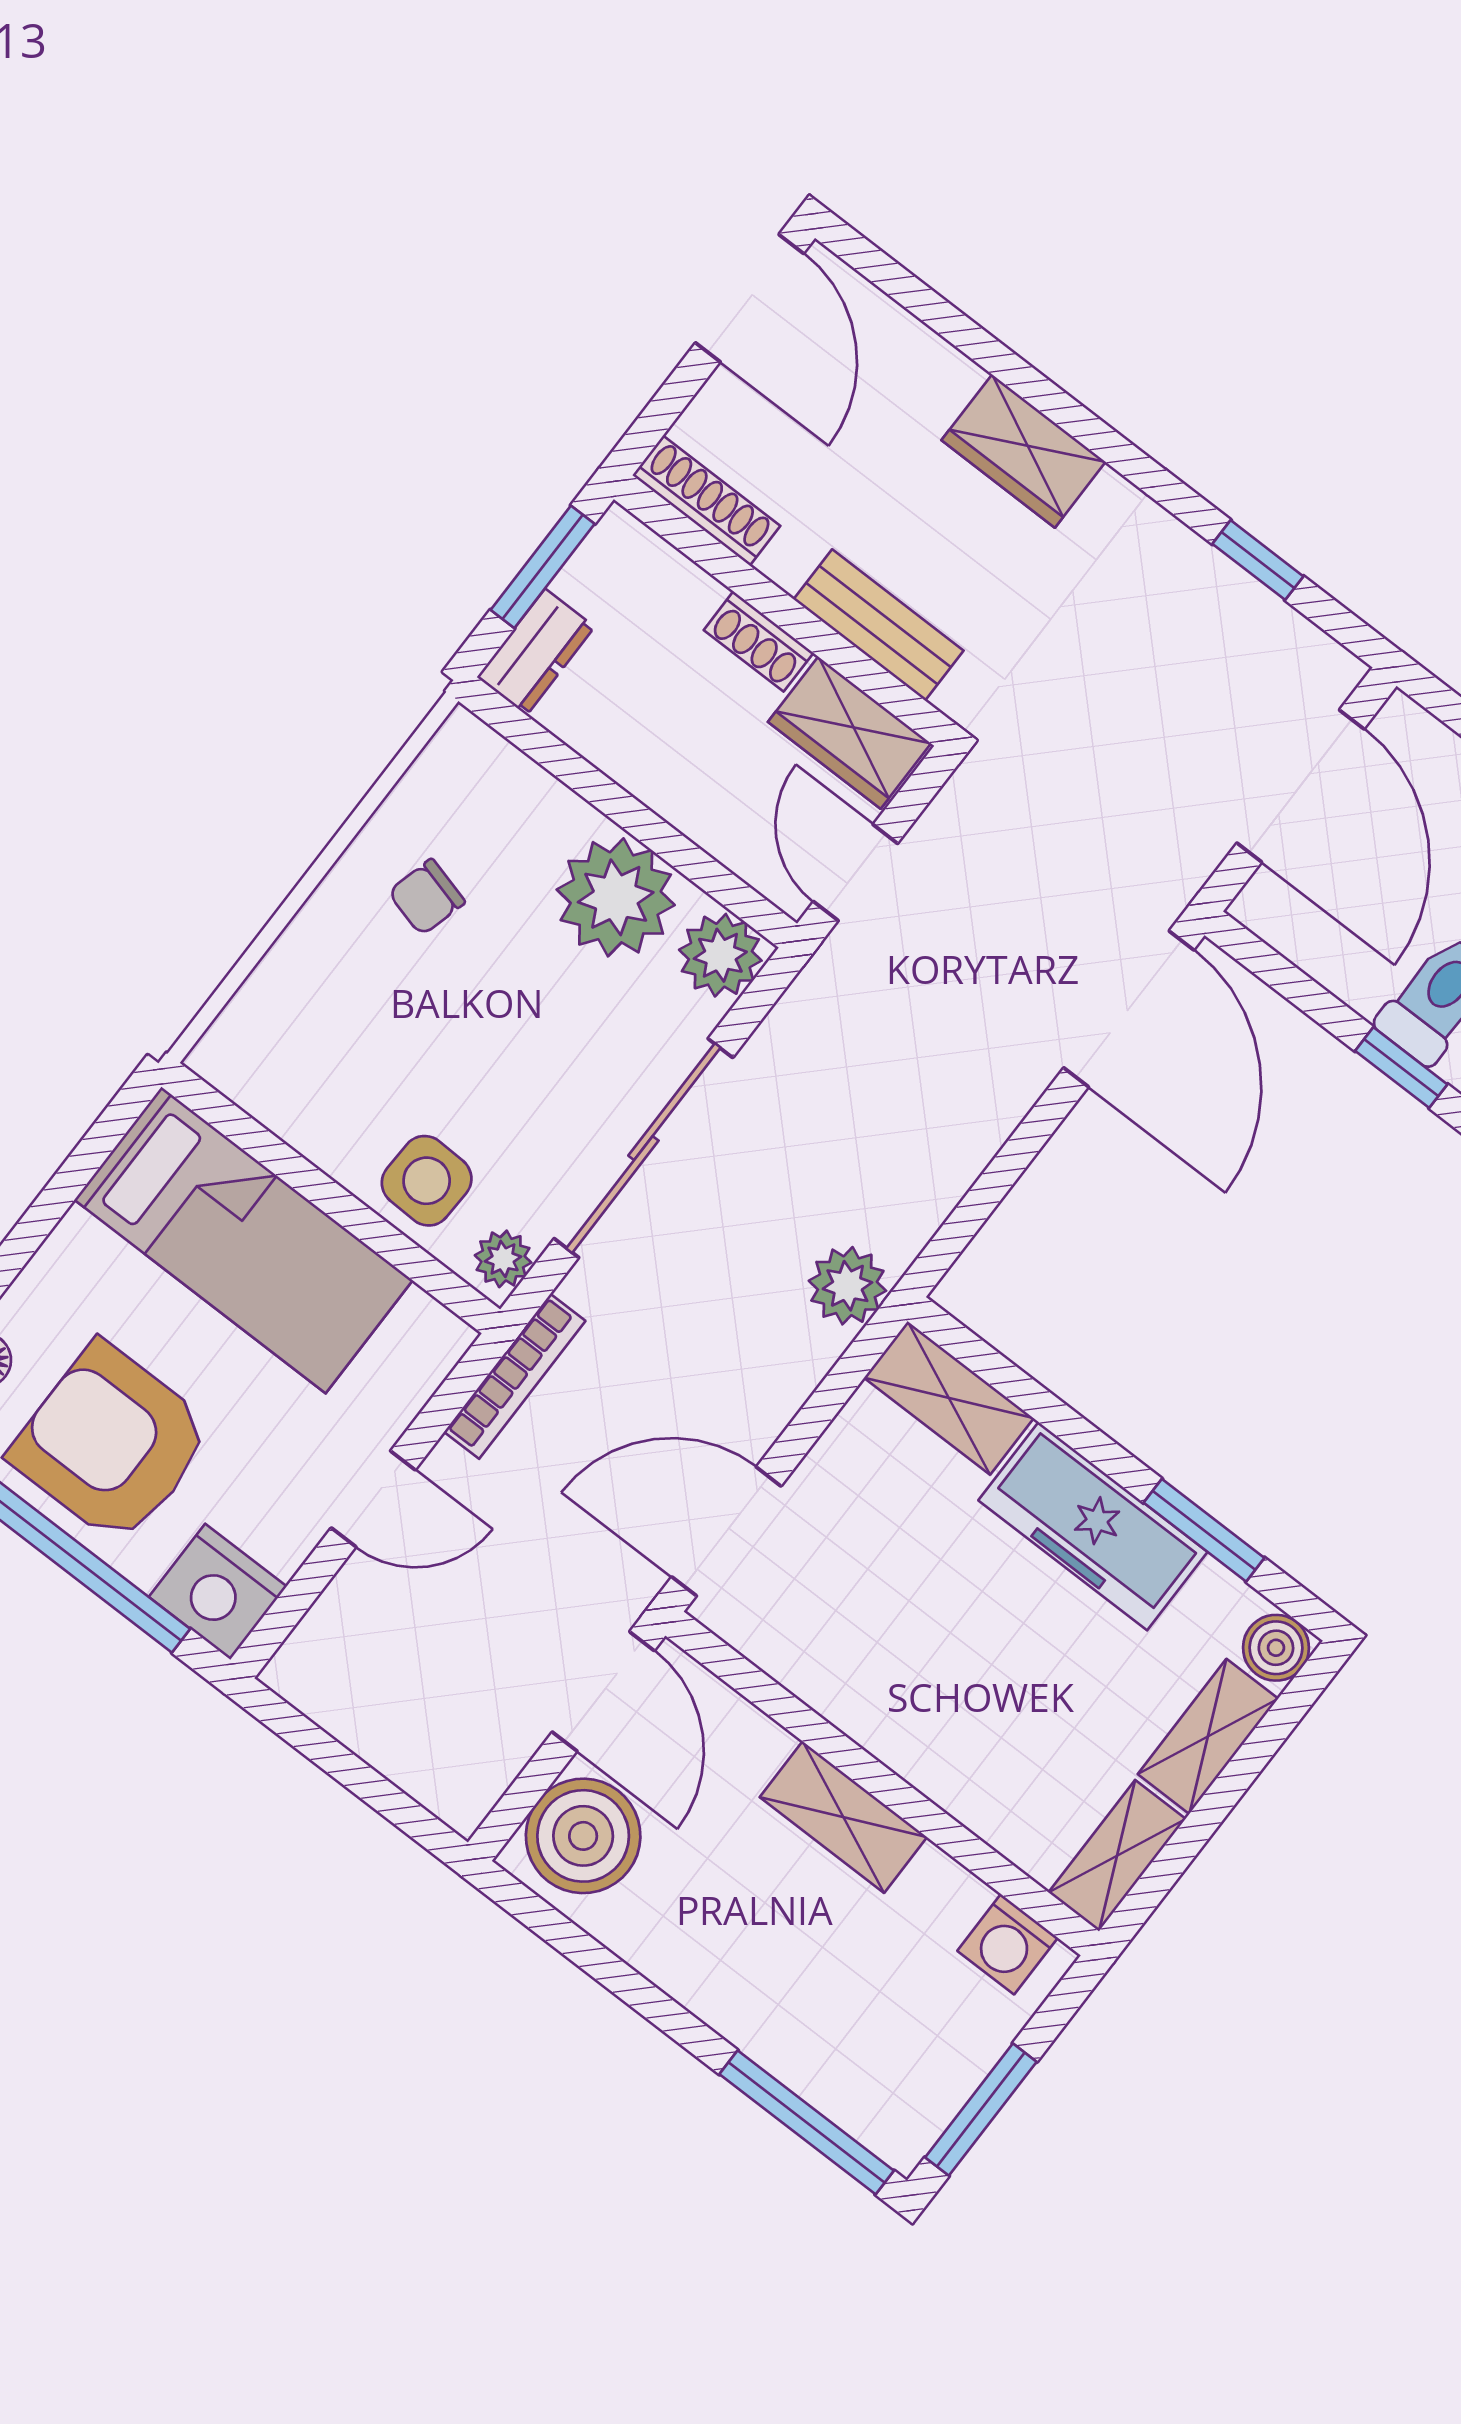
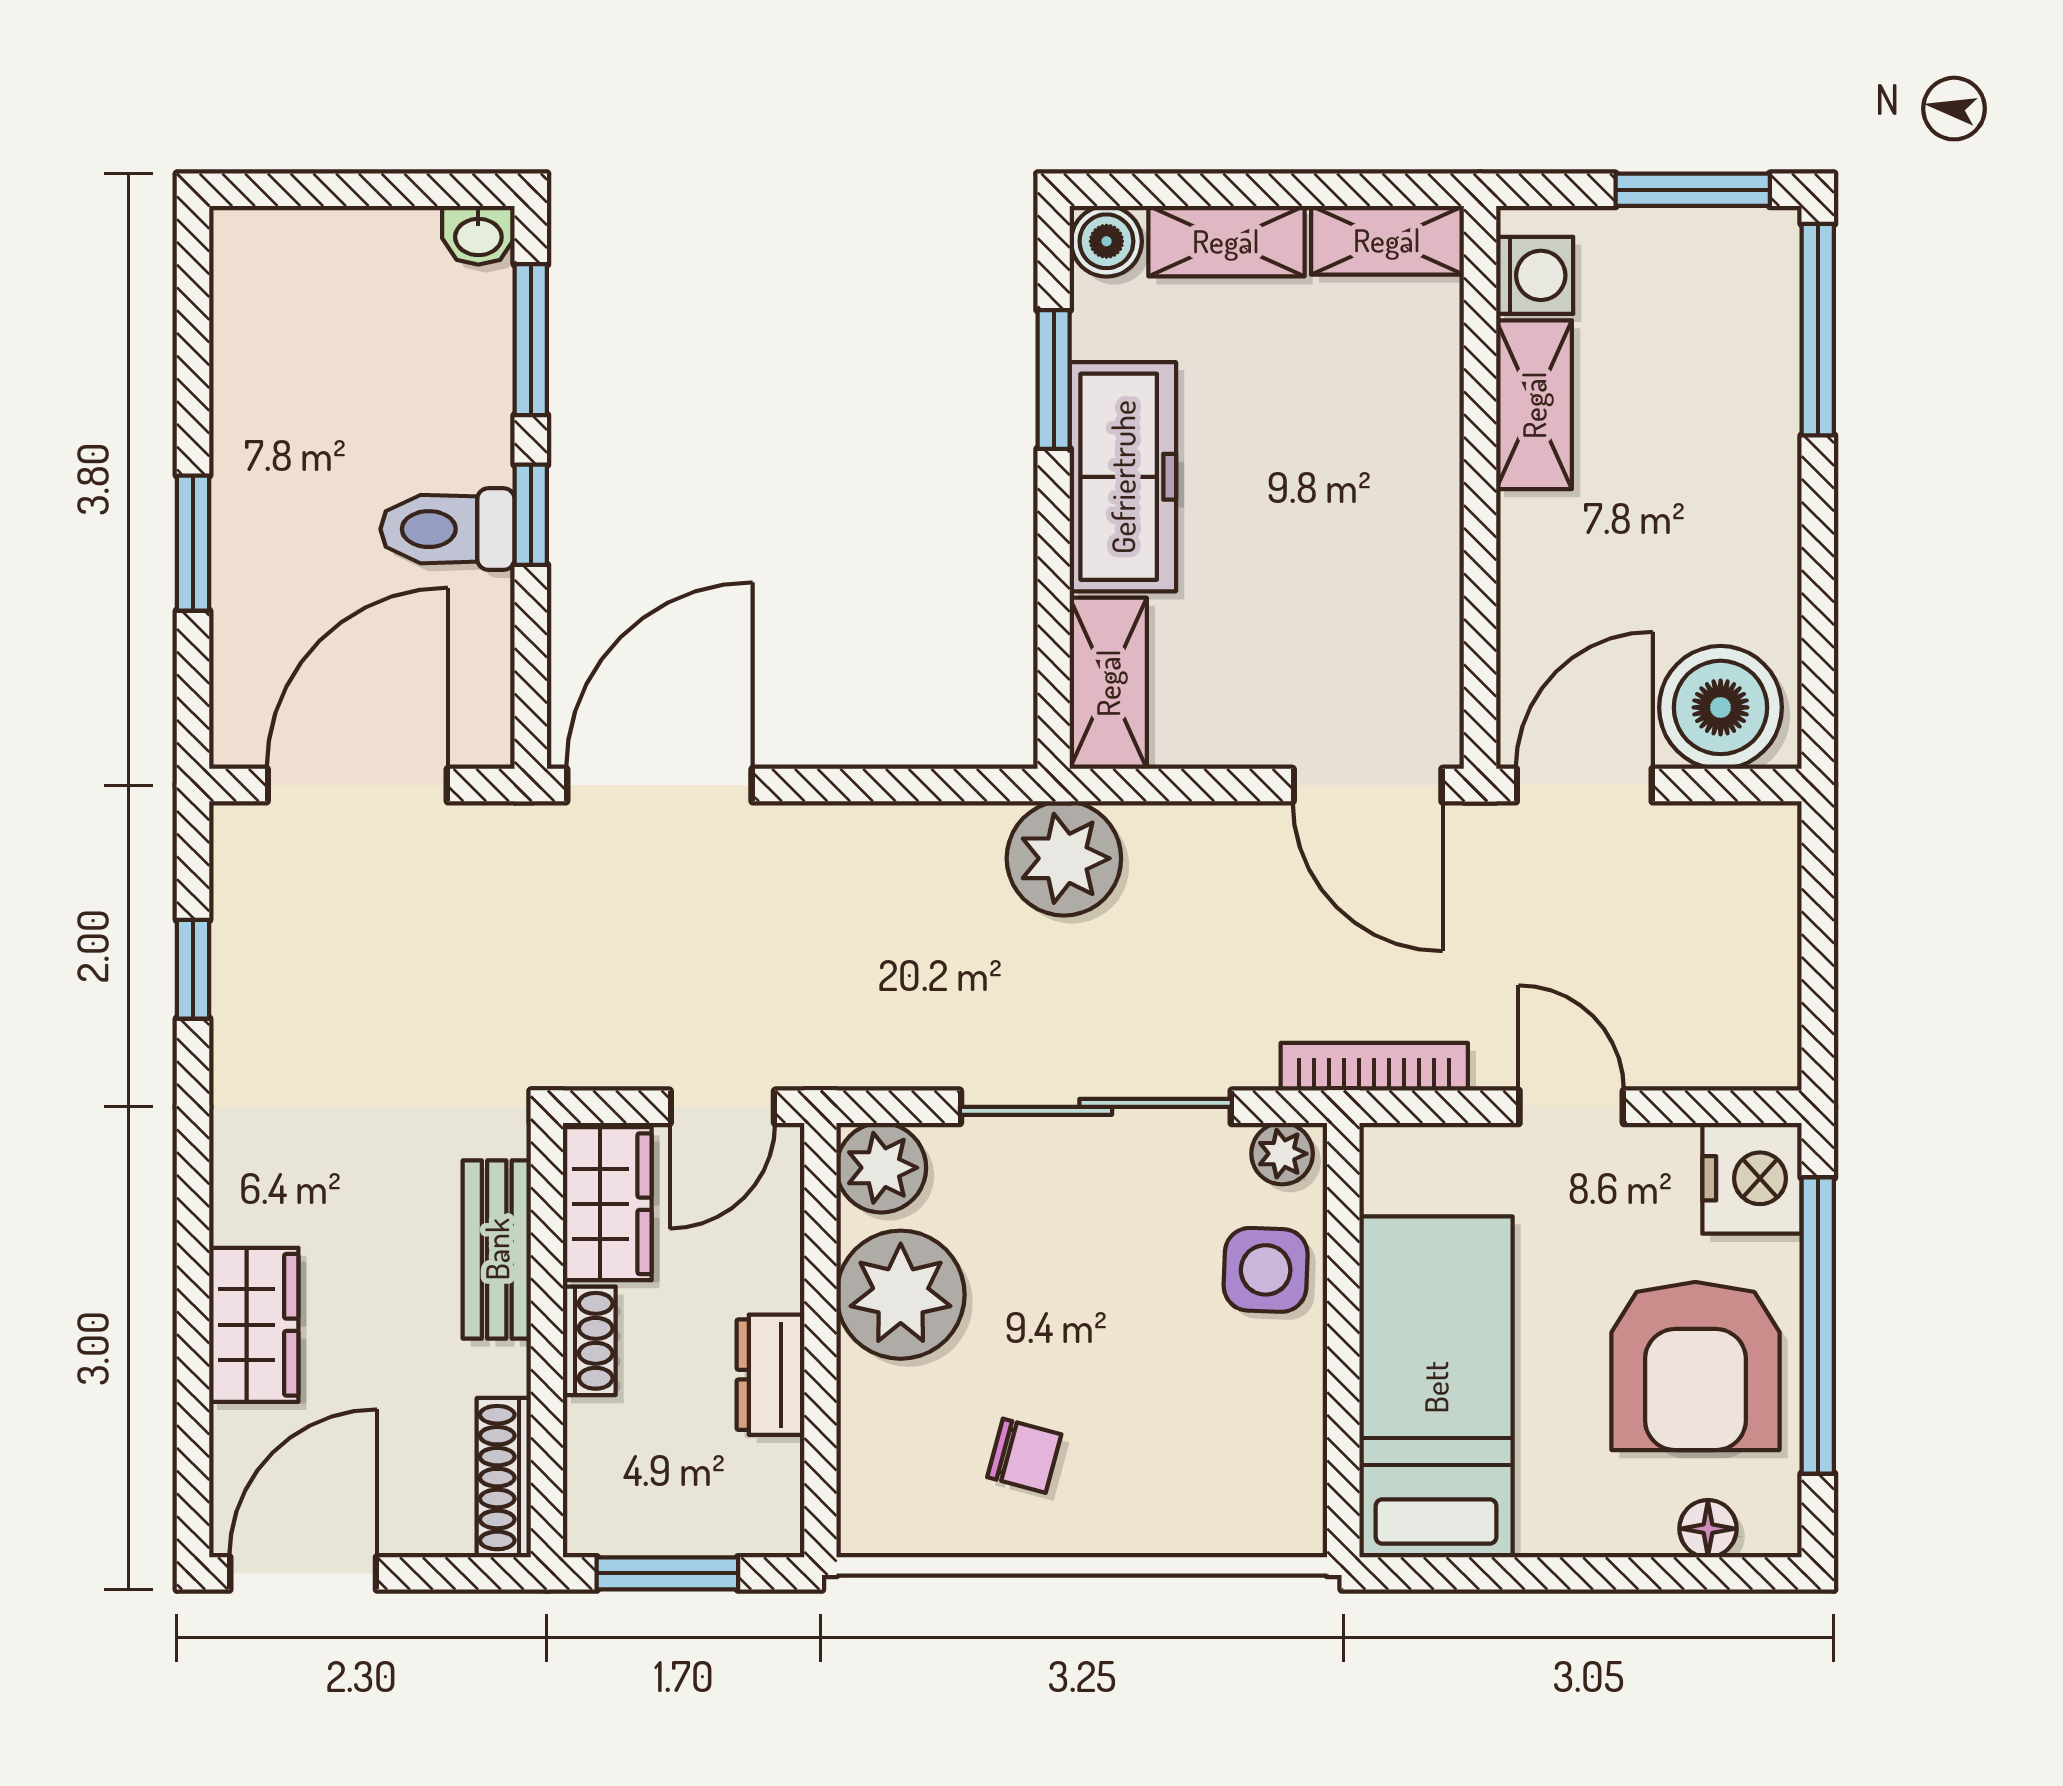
wardrobe: (1024, 451) -> (254, 1325), moved
dresser: (536, 652) -> (770, 1375), moved, turned -90
plant: (847, 1286) -> (1064, 858), width x1.36, depth x1.36
shelving: (843, 1817) -> (1534, 405), moved

